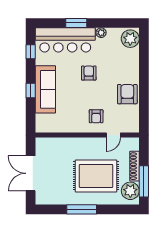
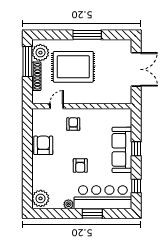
armchair: (127, 94) -> (43, 145), turned 180

